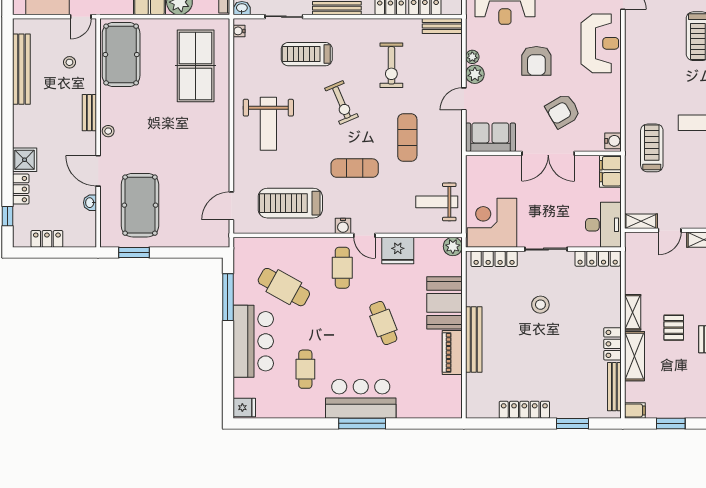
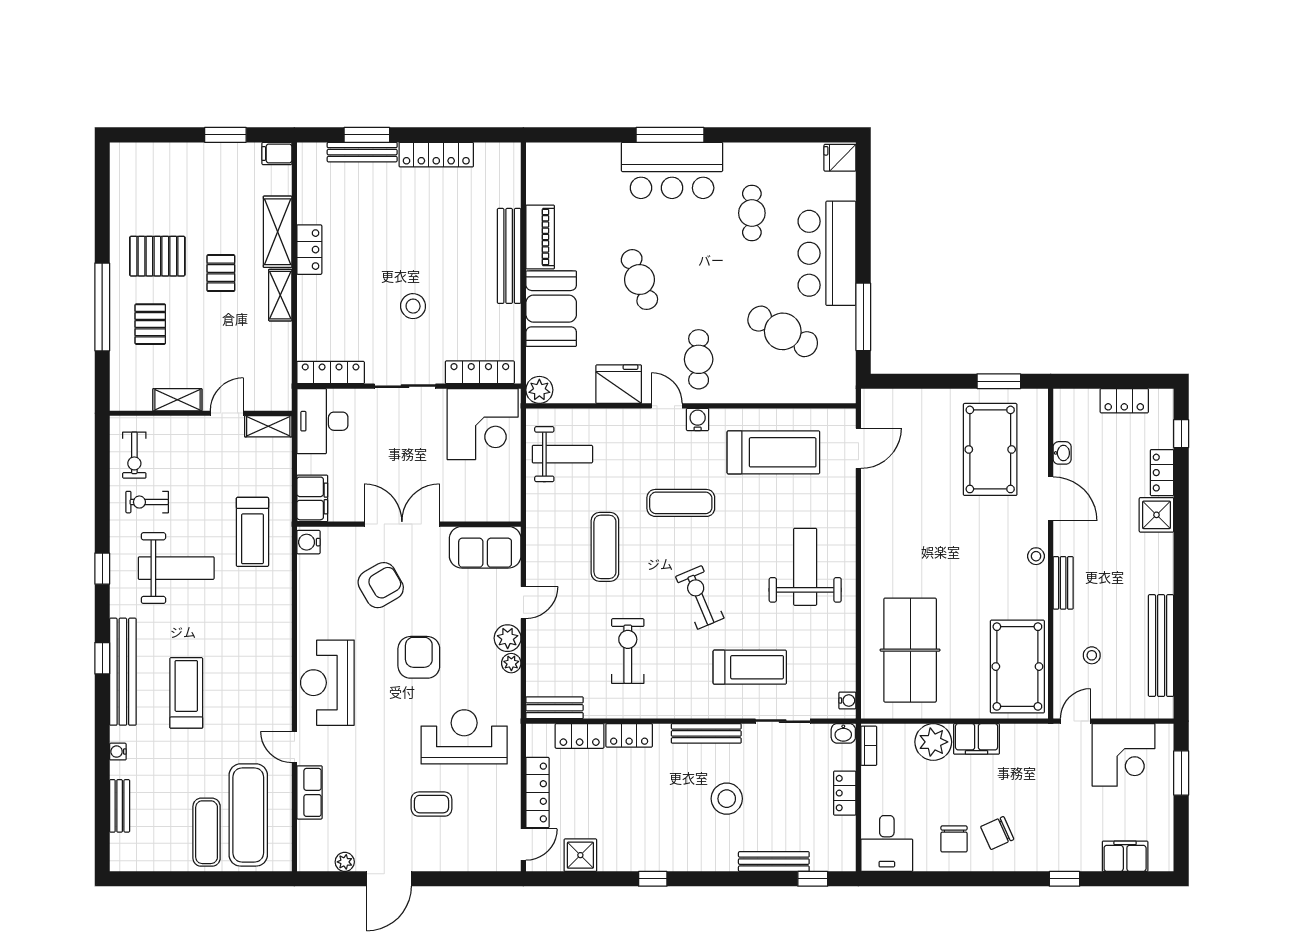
bench: (614, 387) -> (362, 152), moved, turned 90

